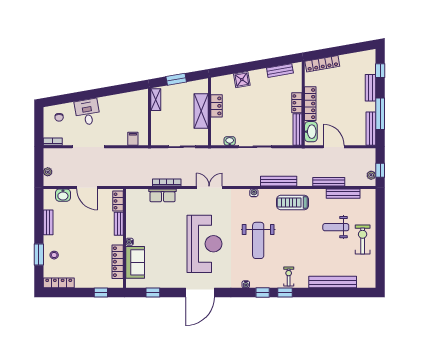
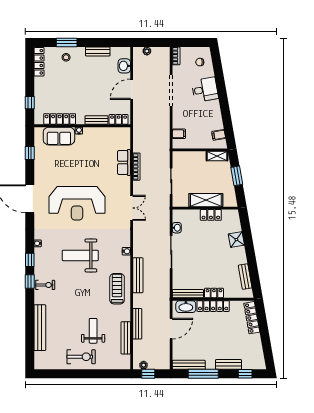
filing cabinet: (134, 98) -> (219, 135), added

